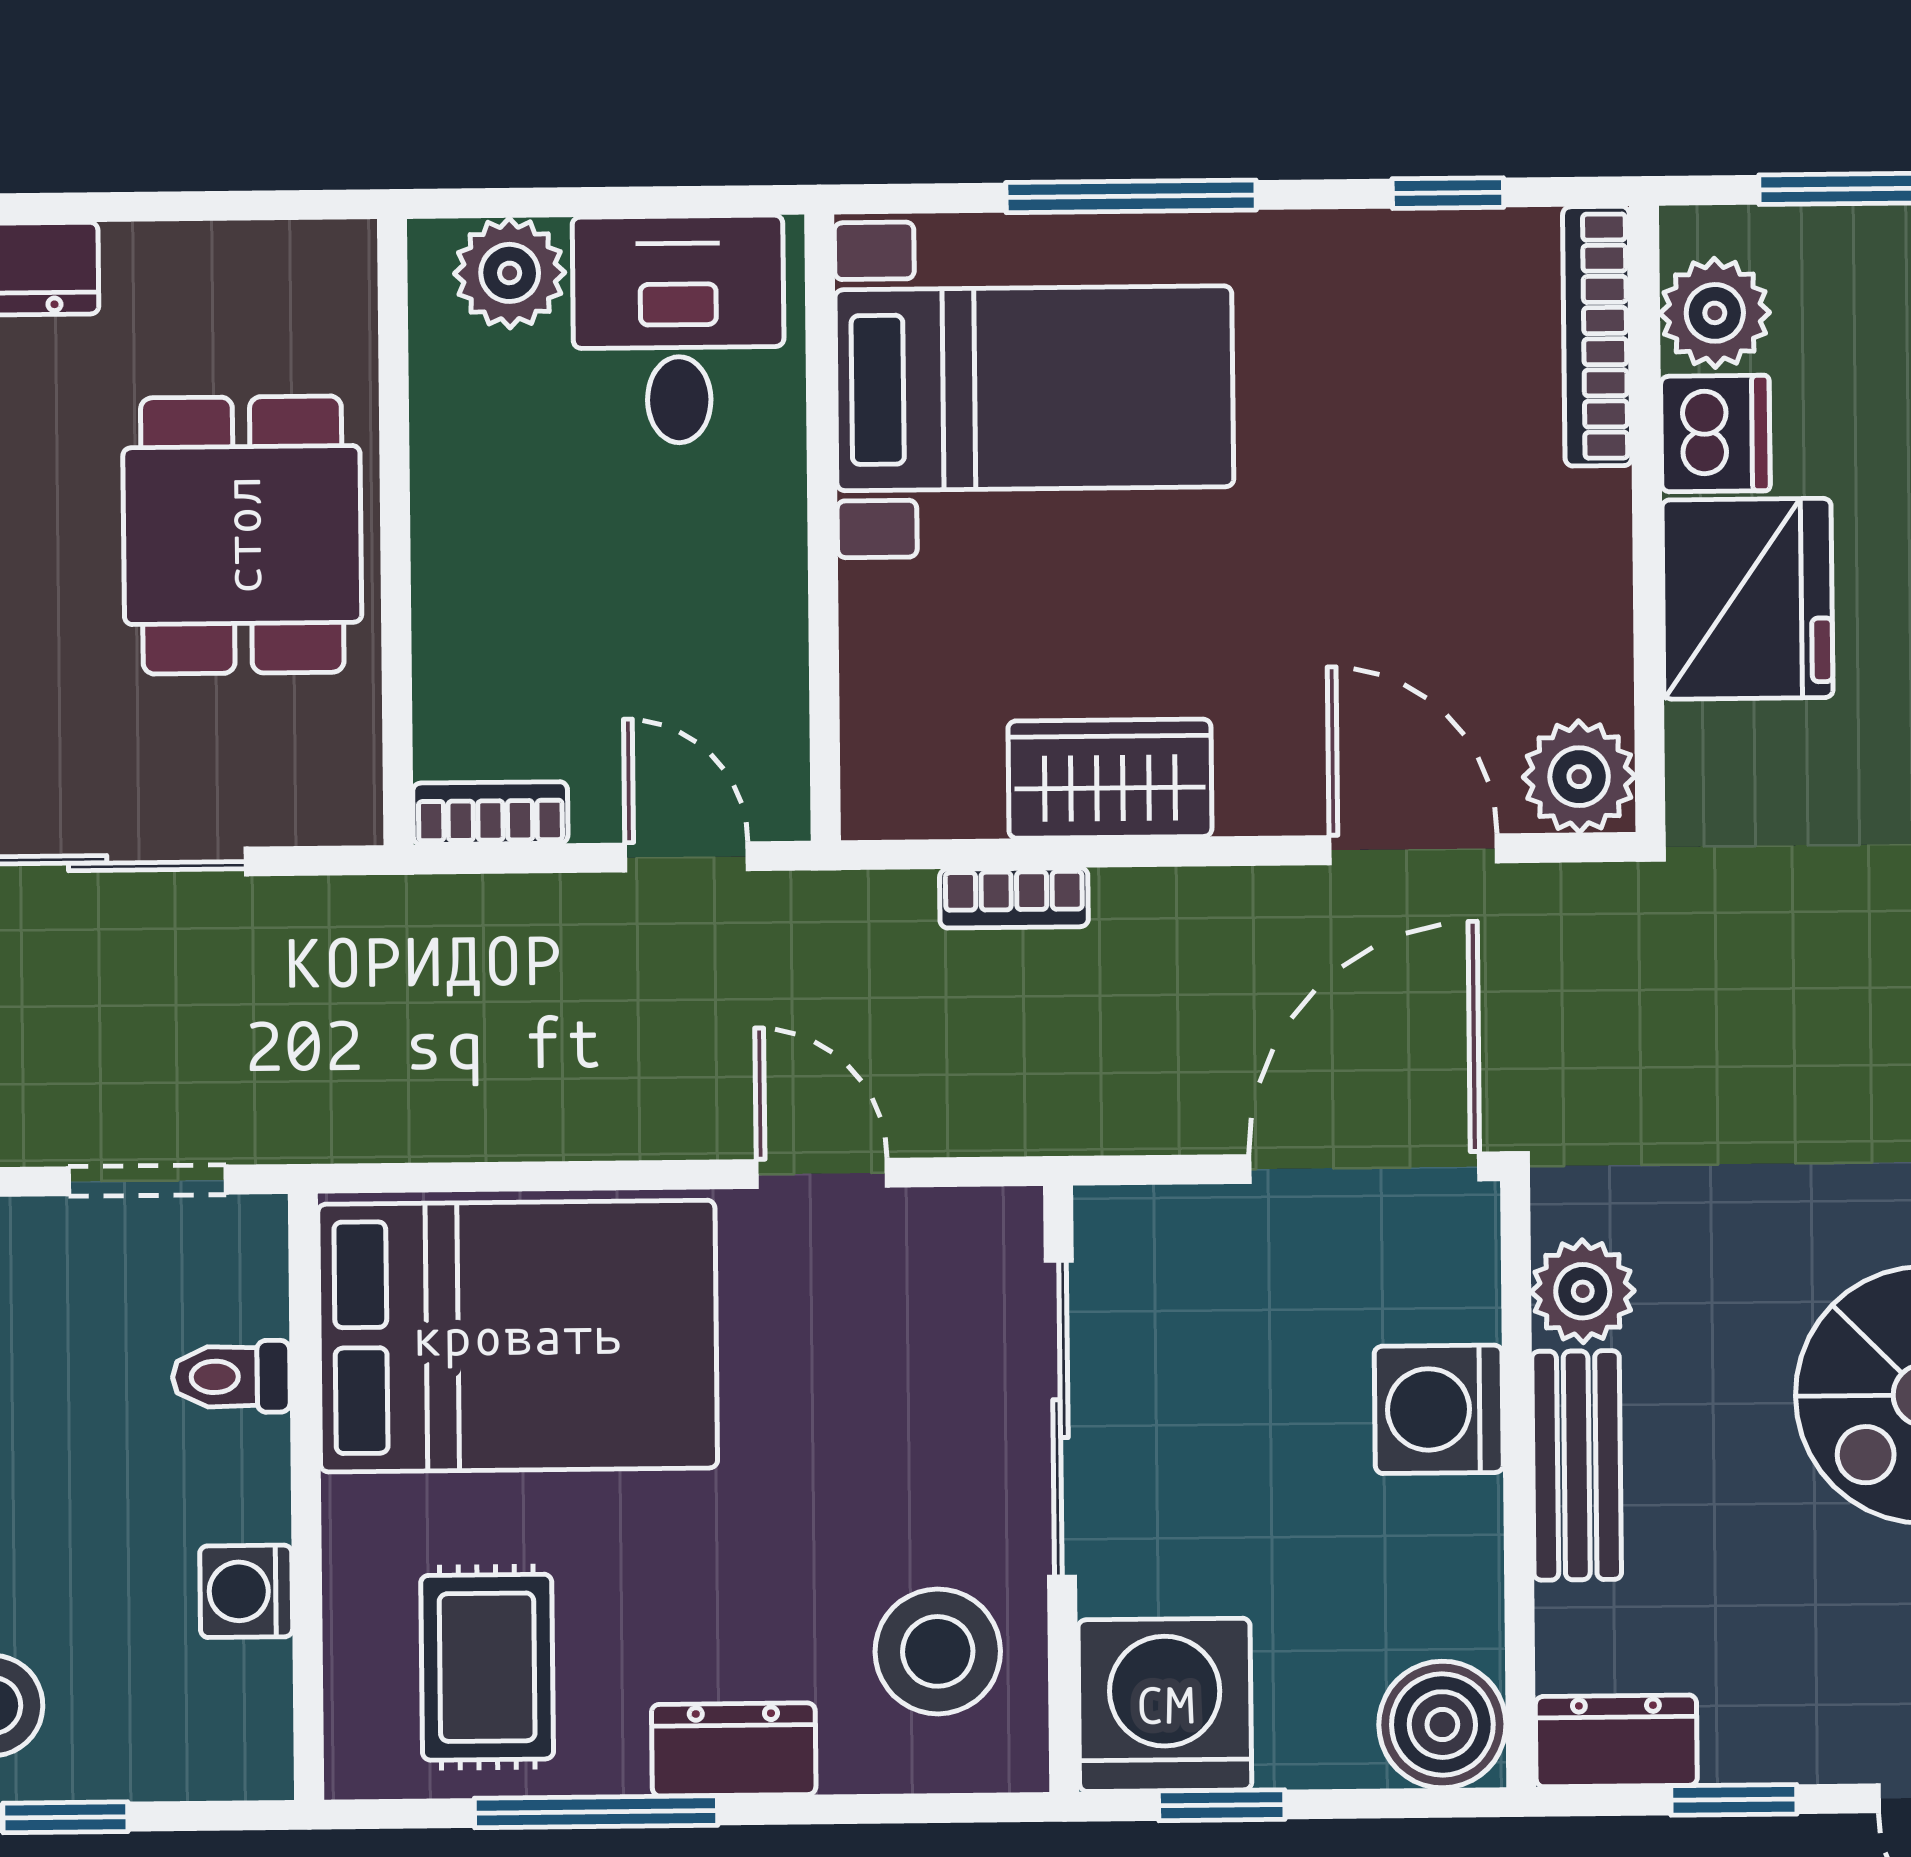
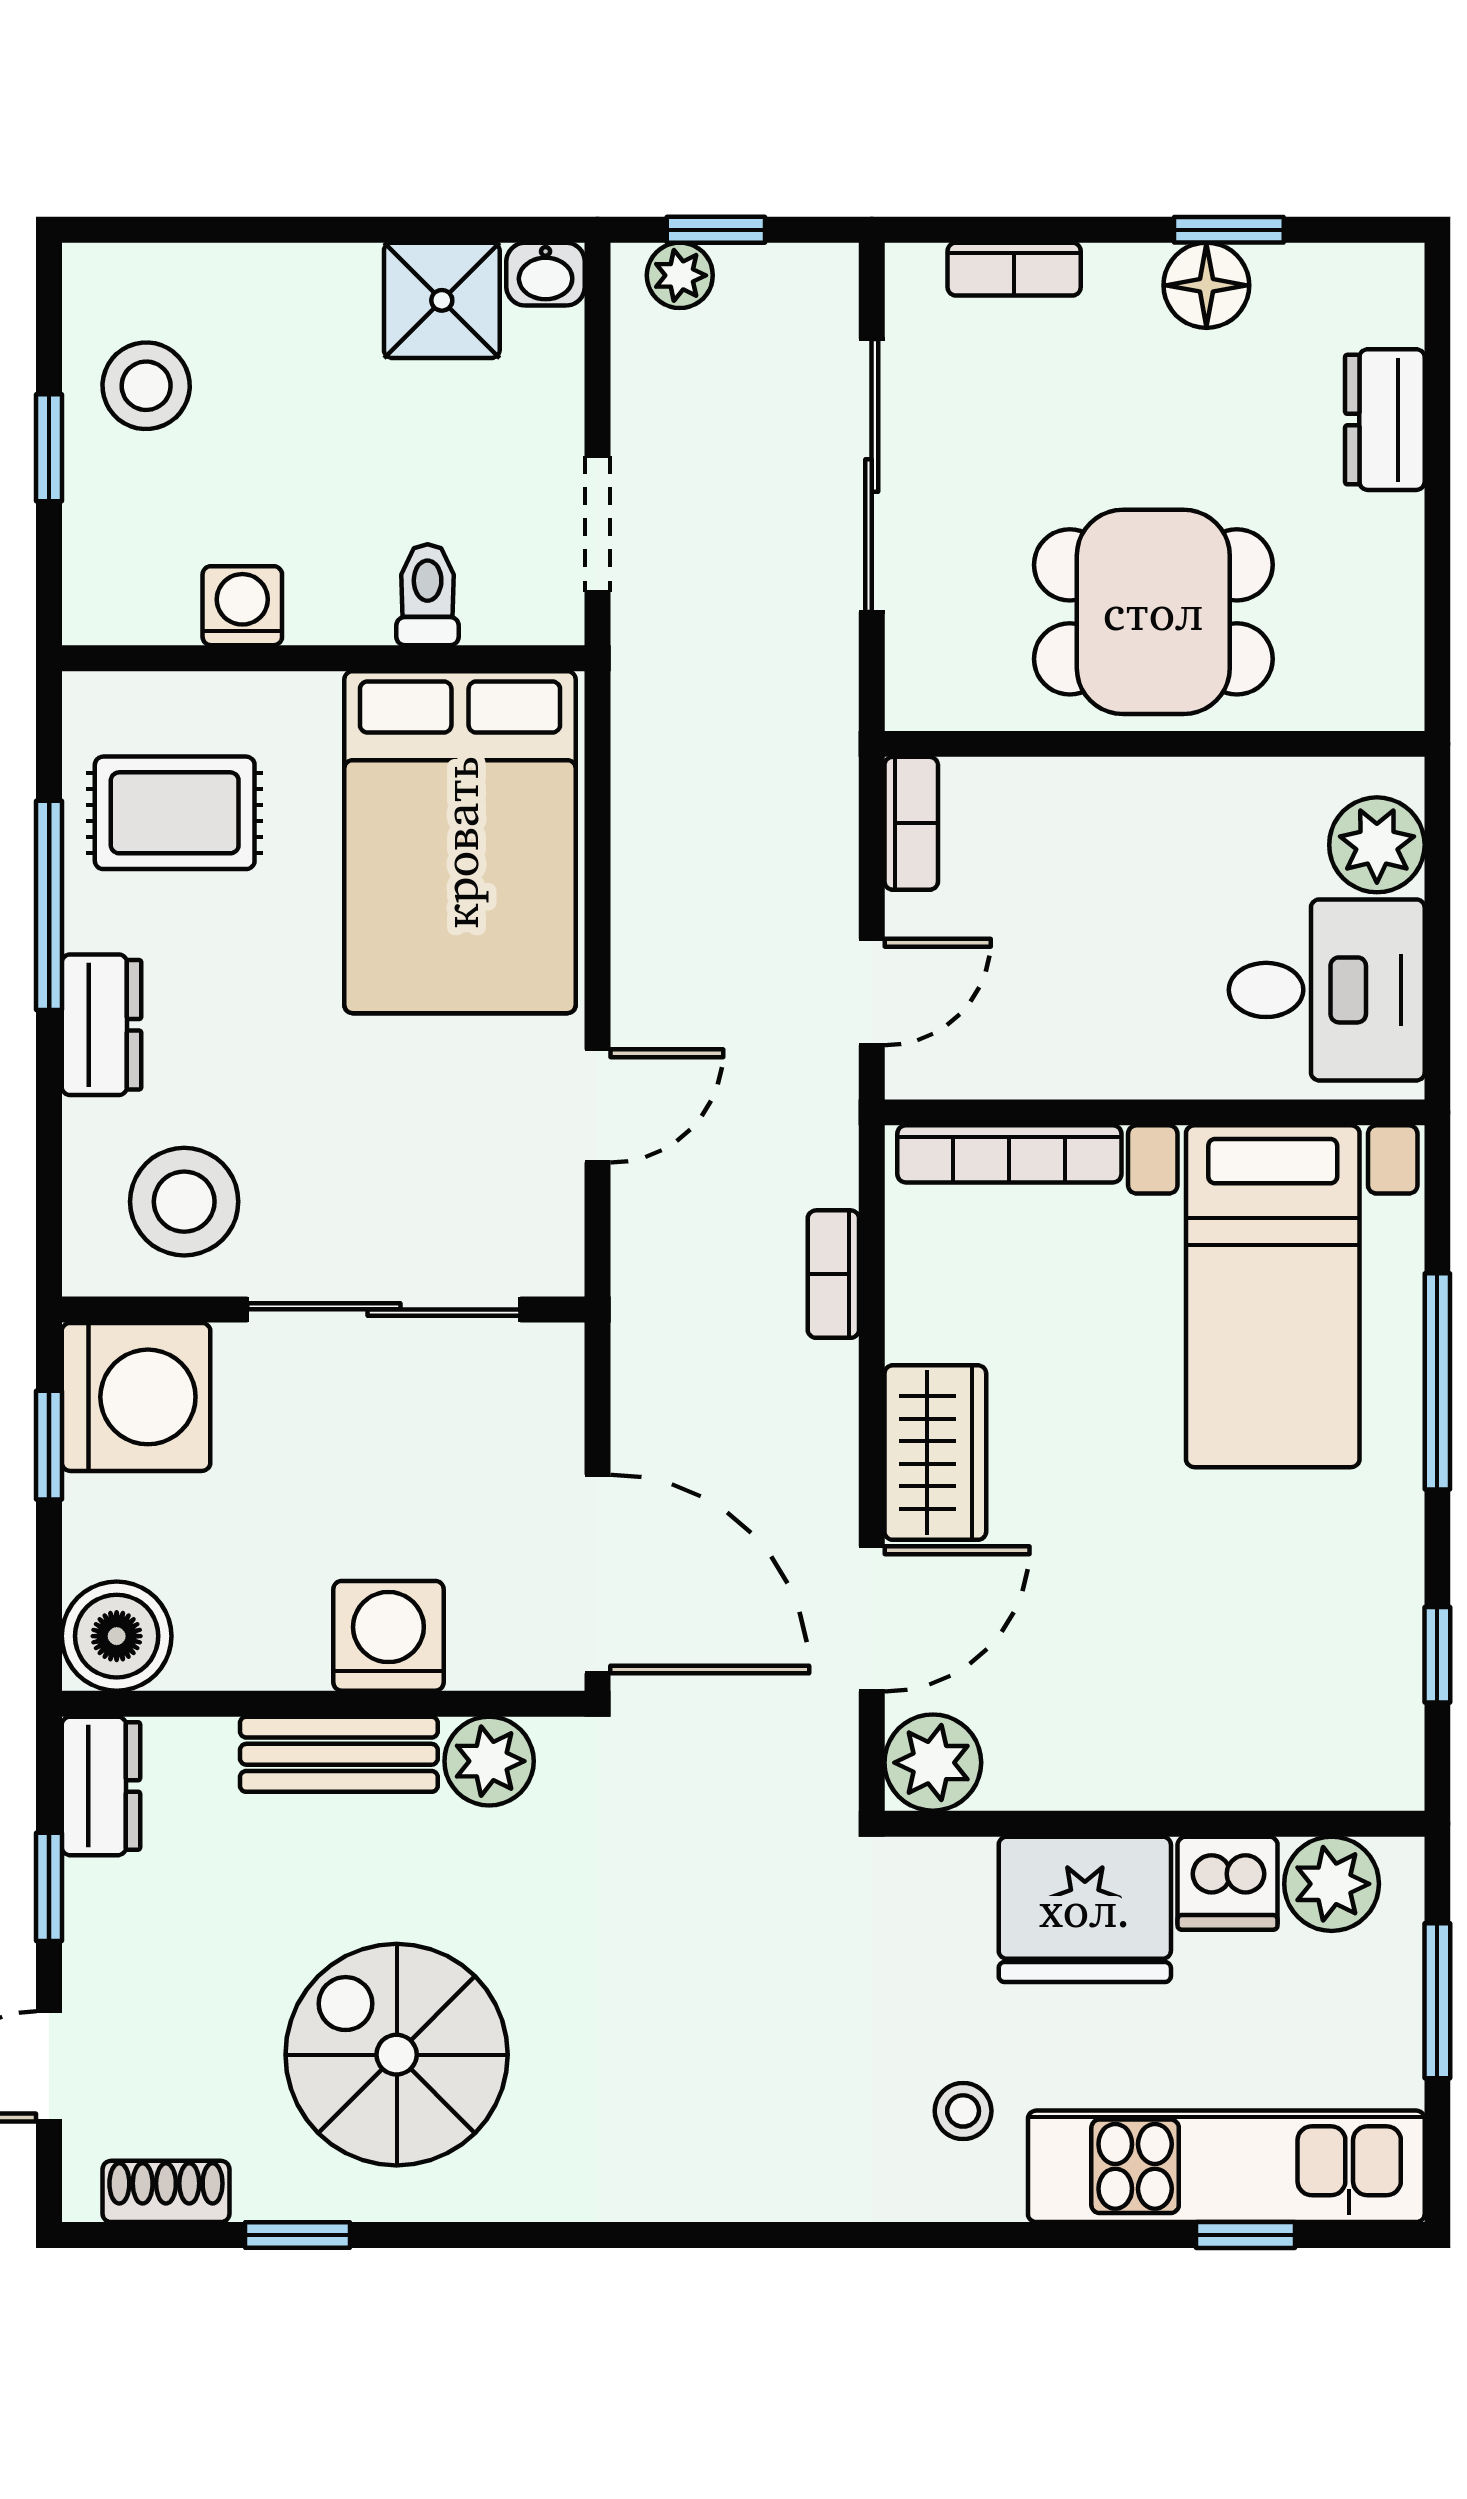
bookcase: (1597, 336) -> (1009, 1154), moved, turned 180
wardrobe: (1110, 779) -> (935, 1453), moved

